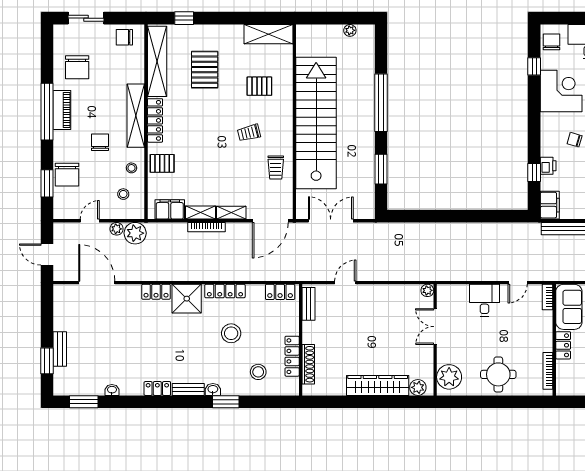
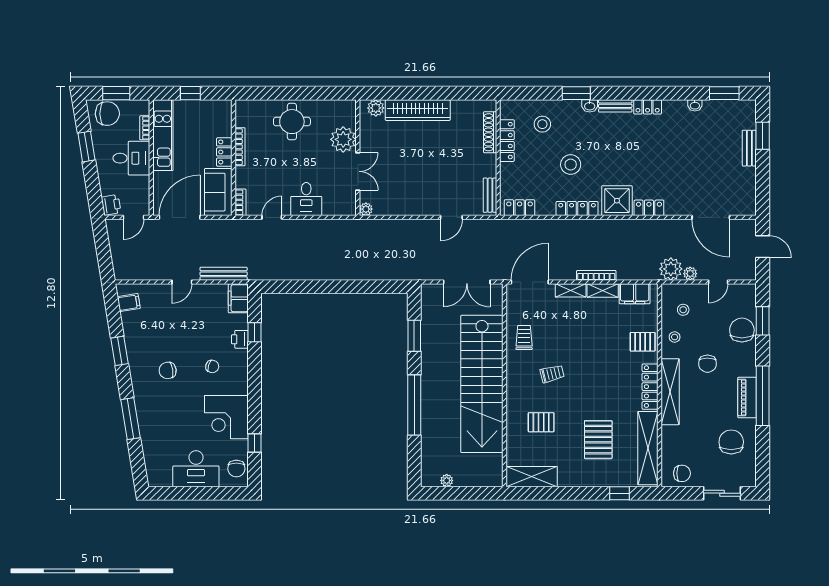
bookcase: (548, 371) -> (240, 147), moved
plant: (449, 377) -> (343, 139), moved

